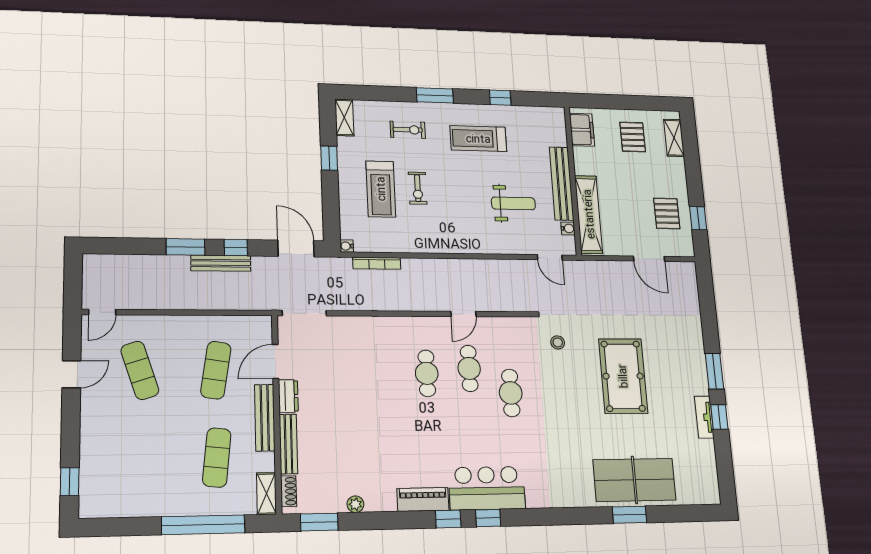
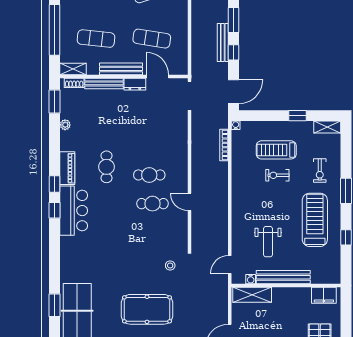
treadmill: (478, 139) -> (315, 220), width x1.37, depth x1.38
shelving: (589, 214) -> (252, 295), width x0.68
cafe table: (511, 393) -> (106, 167), moved, turned 90

